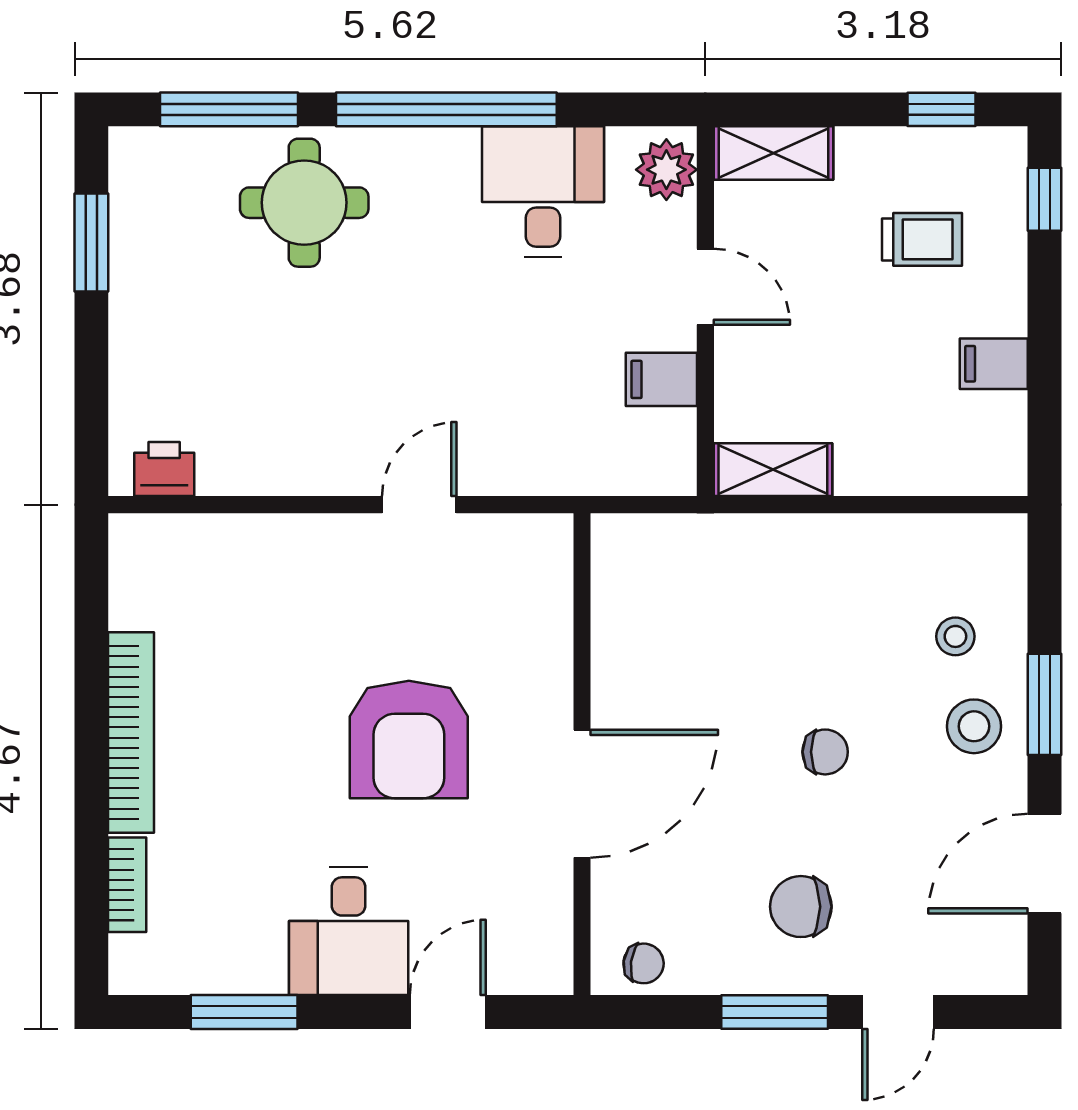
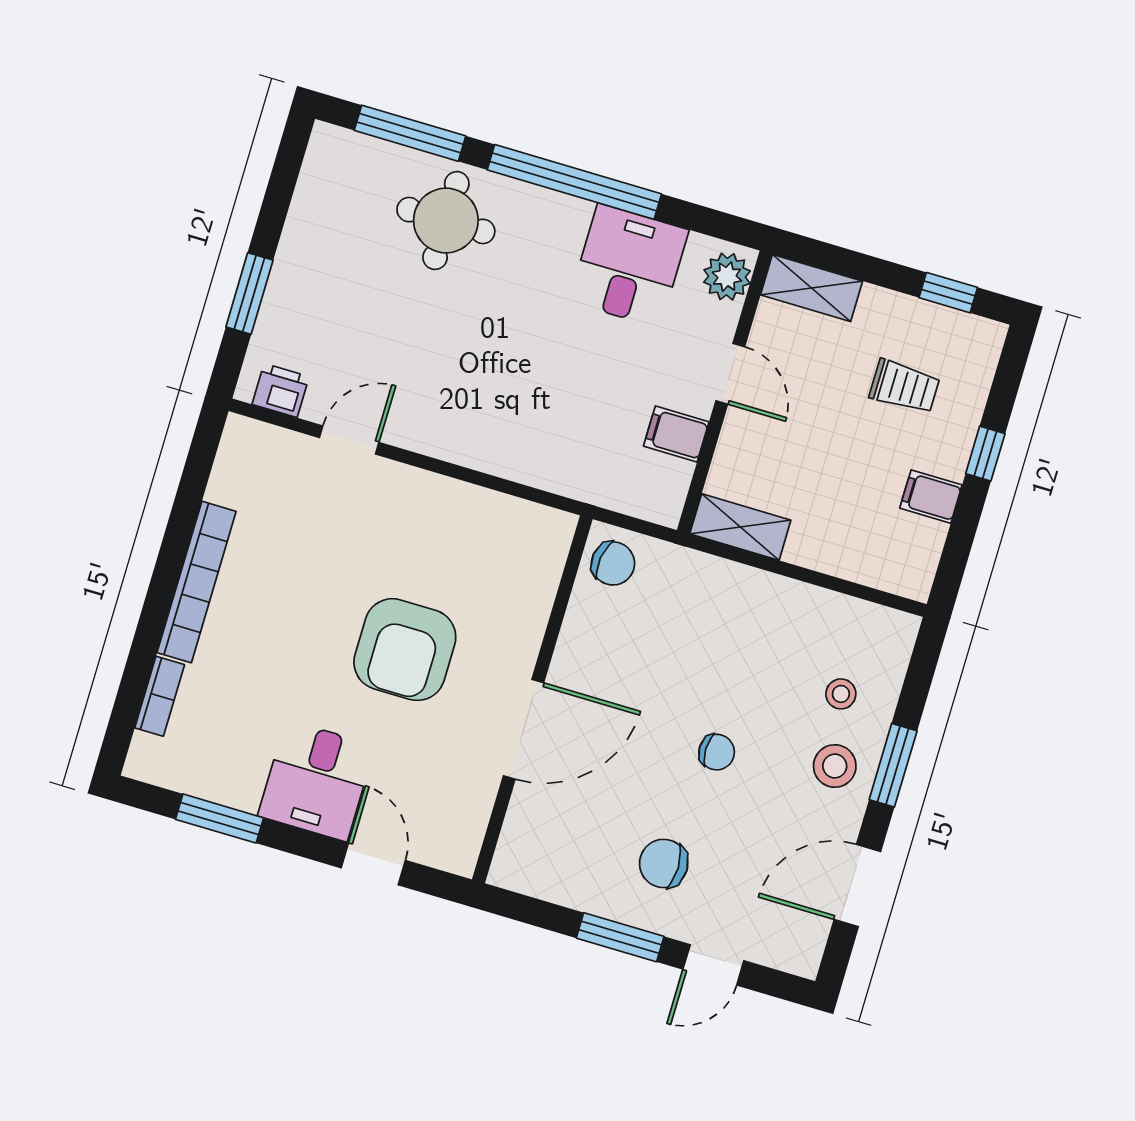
window: (1045, 199) -> (985, 454), moved
window: (91, 243) -> (249, 294), moved
door: (419, 505) -> (349, 440), moved
chair: (644, 963) -> (613, 563), moved, width x1.37, depth x1.37
door: (448, 1012) -> (373, 864), hinge flipped

